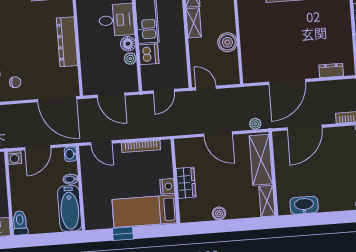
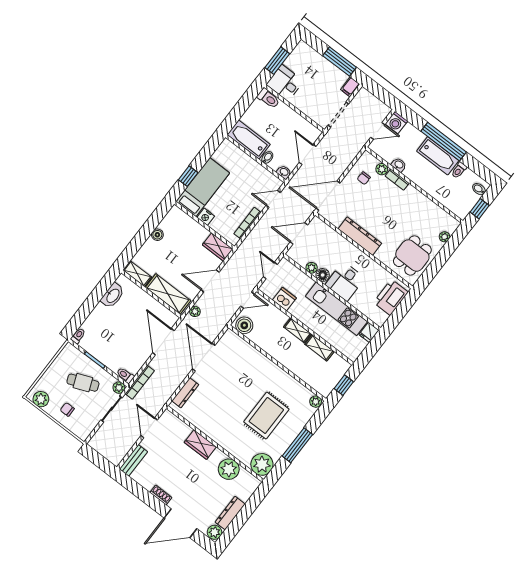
boiler: (227, 42) -> (244, 325), moved
dishwasher: (149, 54) -> (284, 299), moved, turned 180
dresser: (331, 70) -> (185, 393), width x1.44
washing machine: (14, 158) -> (315, 133), removed
wardrobe: (186, 183) -> (218, 247), moved
window: (123, 234) -> (188, 176), moved

